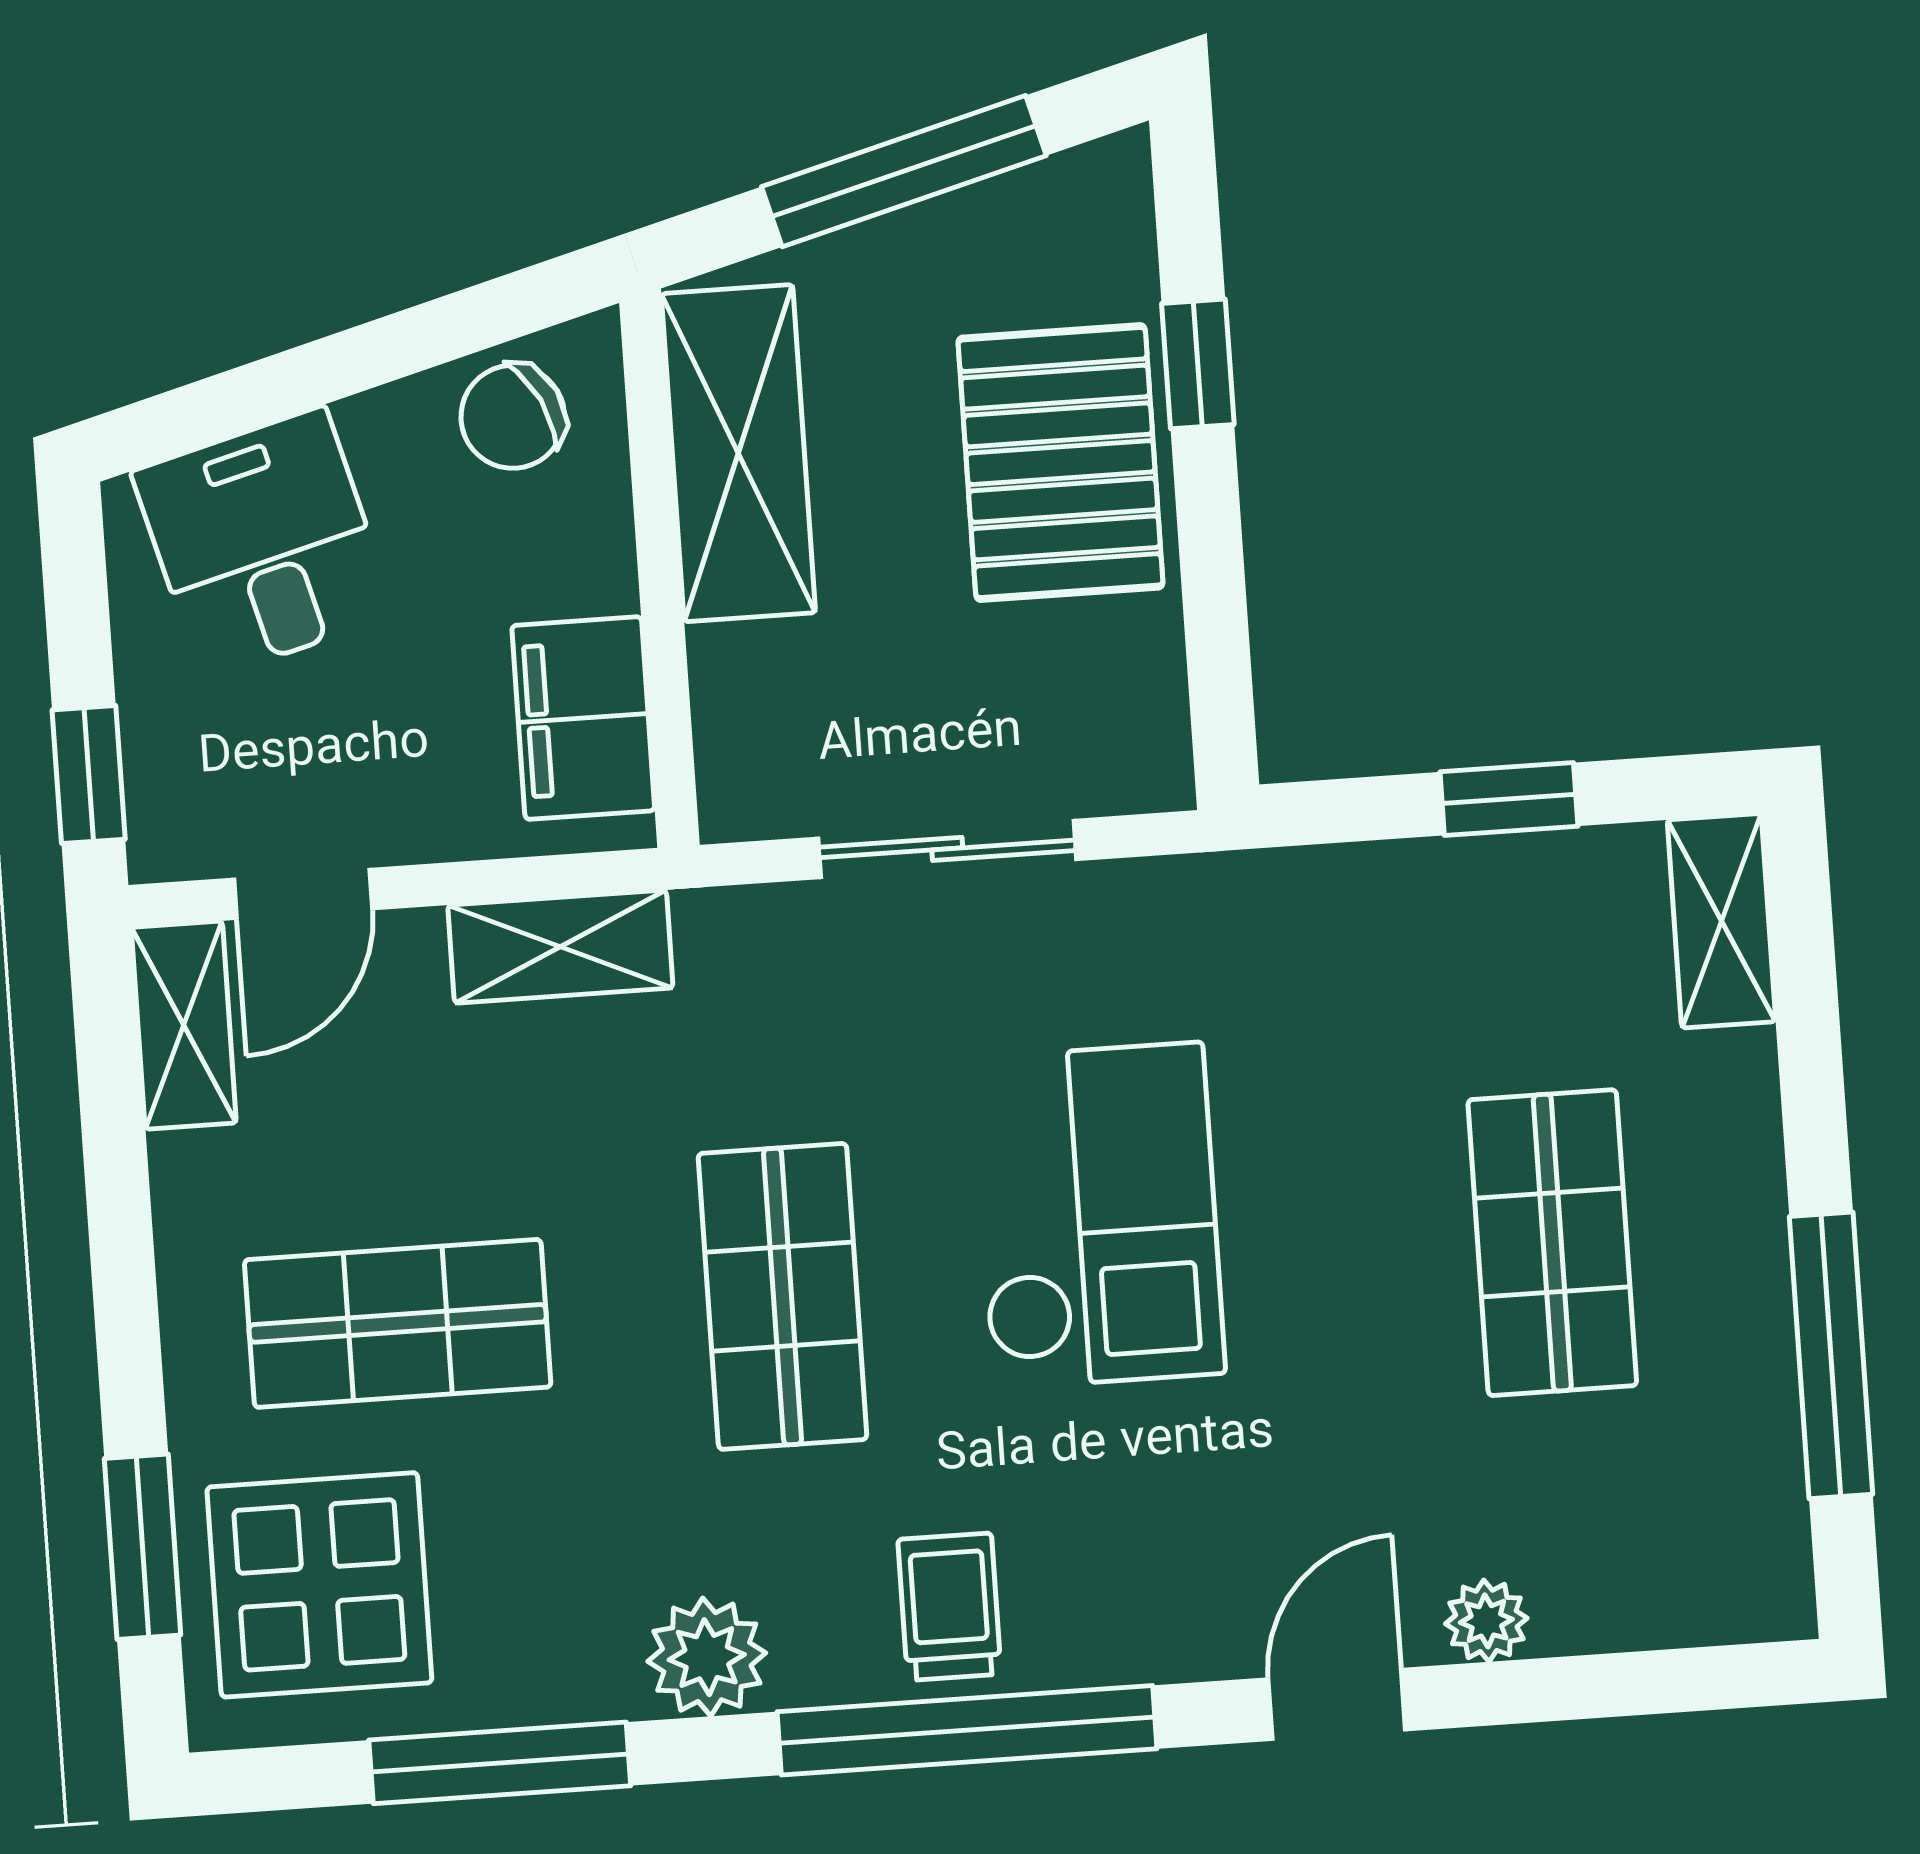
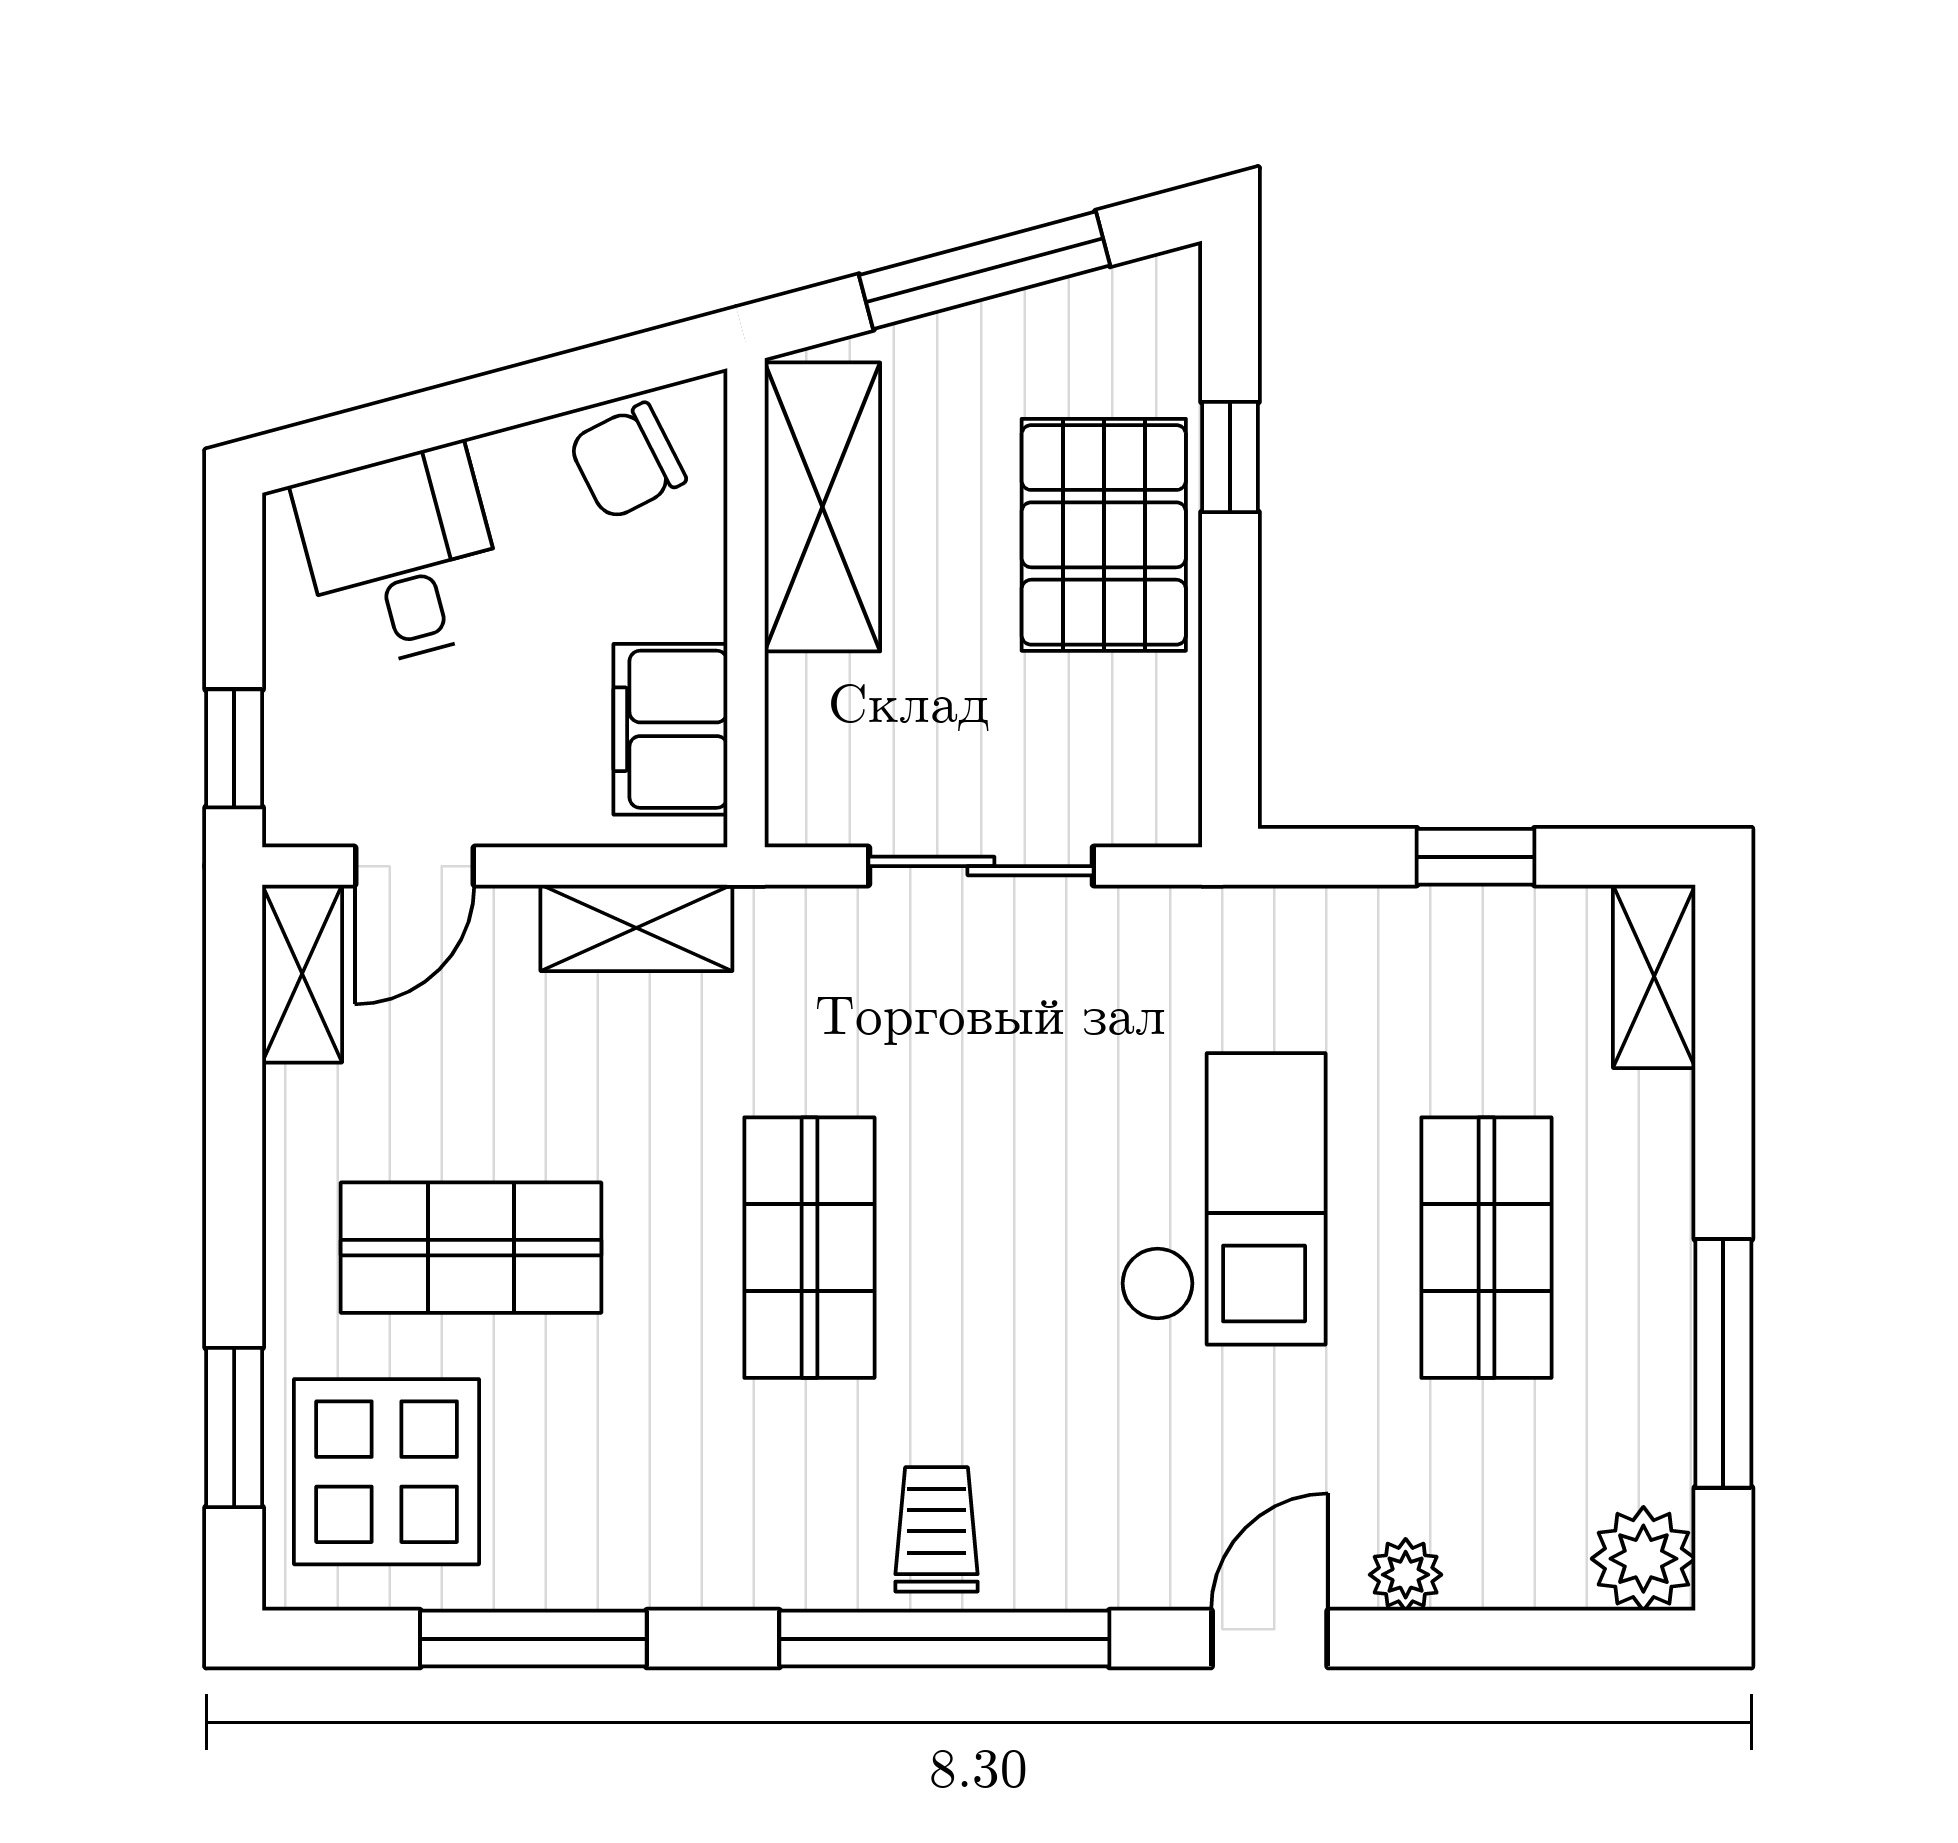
checkout: (1098, 1216) -> (1223, 1199), moved
plant: (707, 1657) -> (1643, 1559), moved

